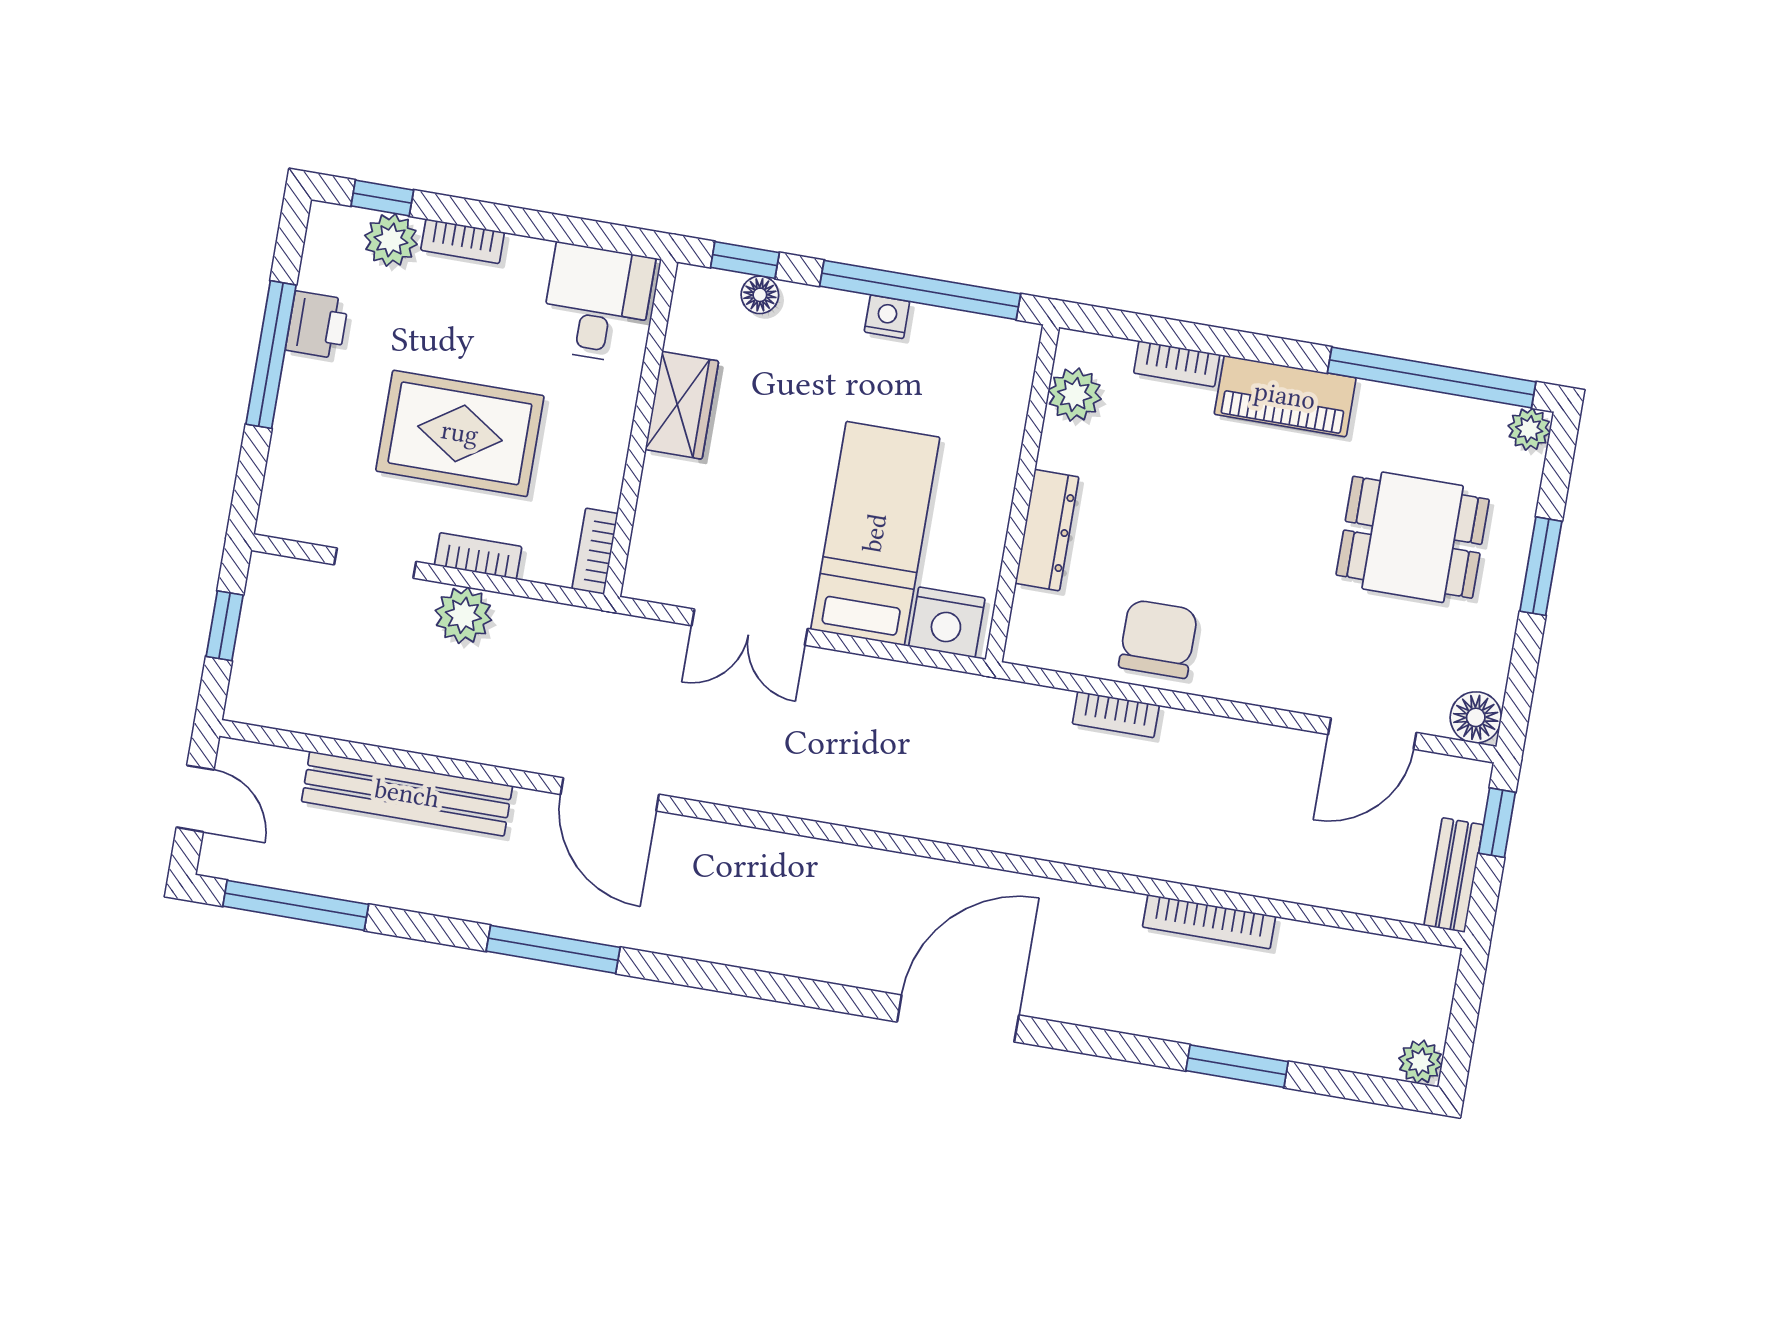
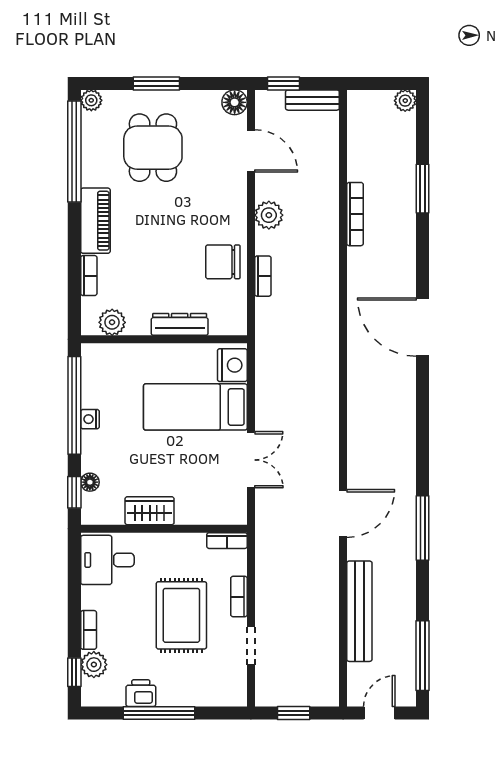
plant: (463, 615) -> (269, 215), moved

